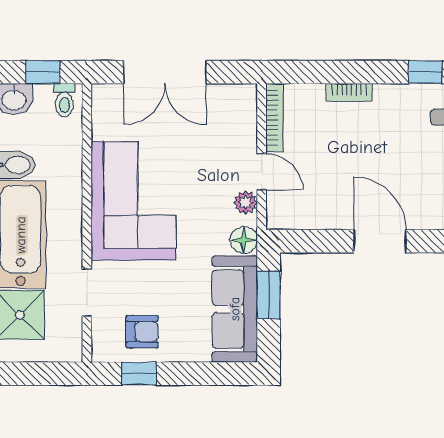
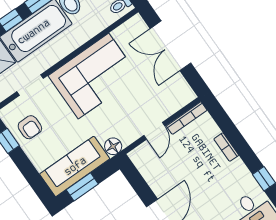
plant: (246, 202) -> (133, 134), removed
window: (269, 295) -> (82, 187), moved

